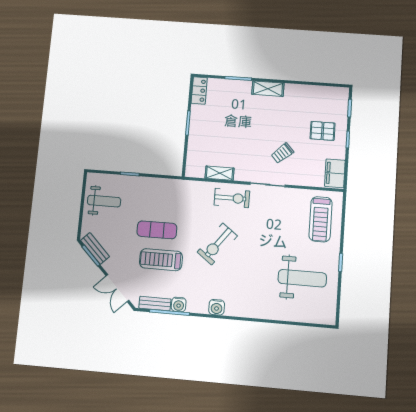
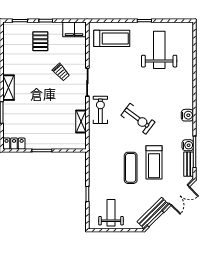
bench: (95, 248) -> (153, 213), width x1.36

